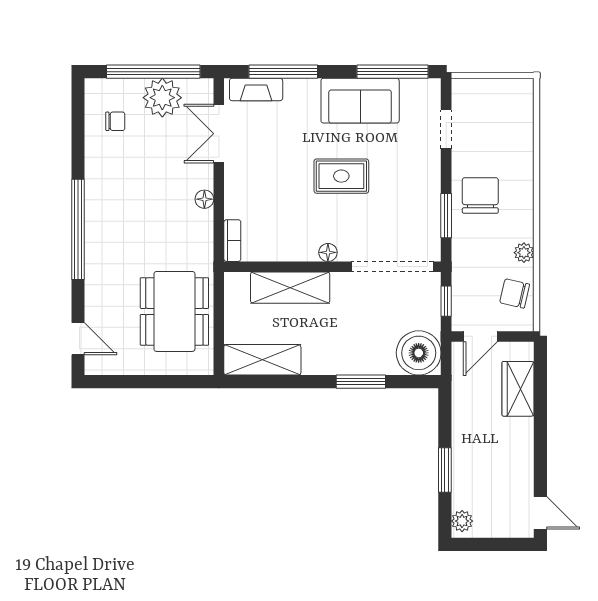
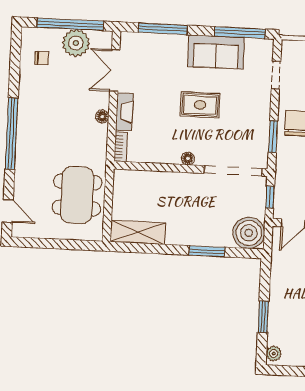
fireplace: (256, 89) -> (124, 112), moved, turned -90
shelving: (290, 288) -> (160, 182), removed

